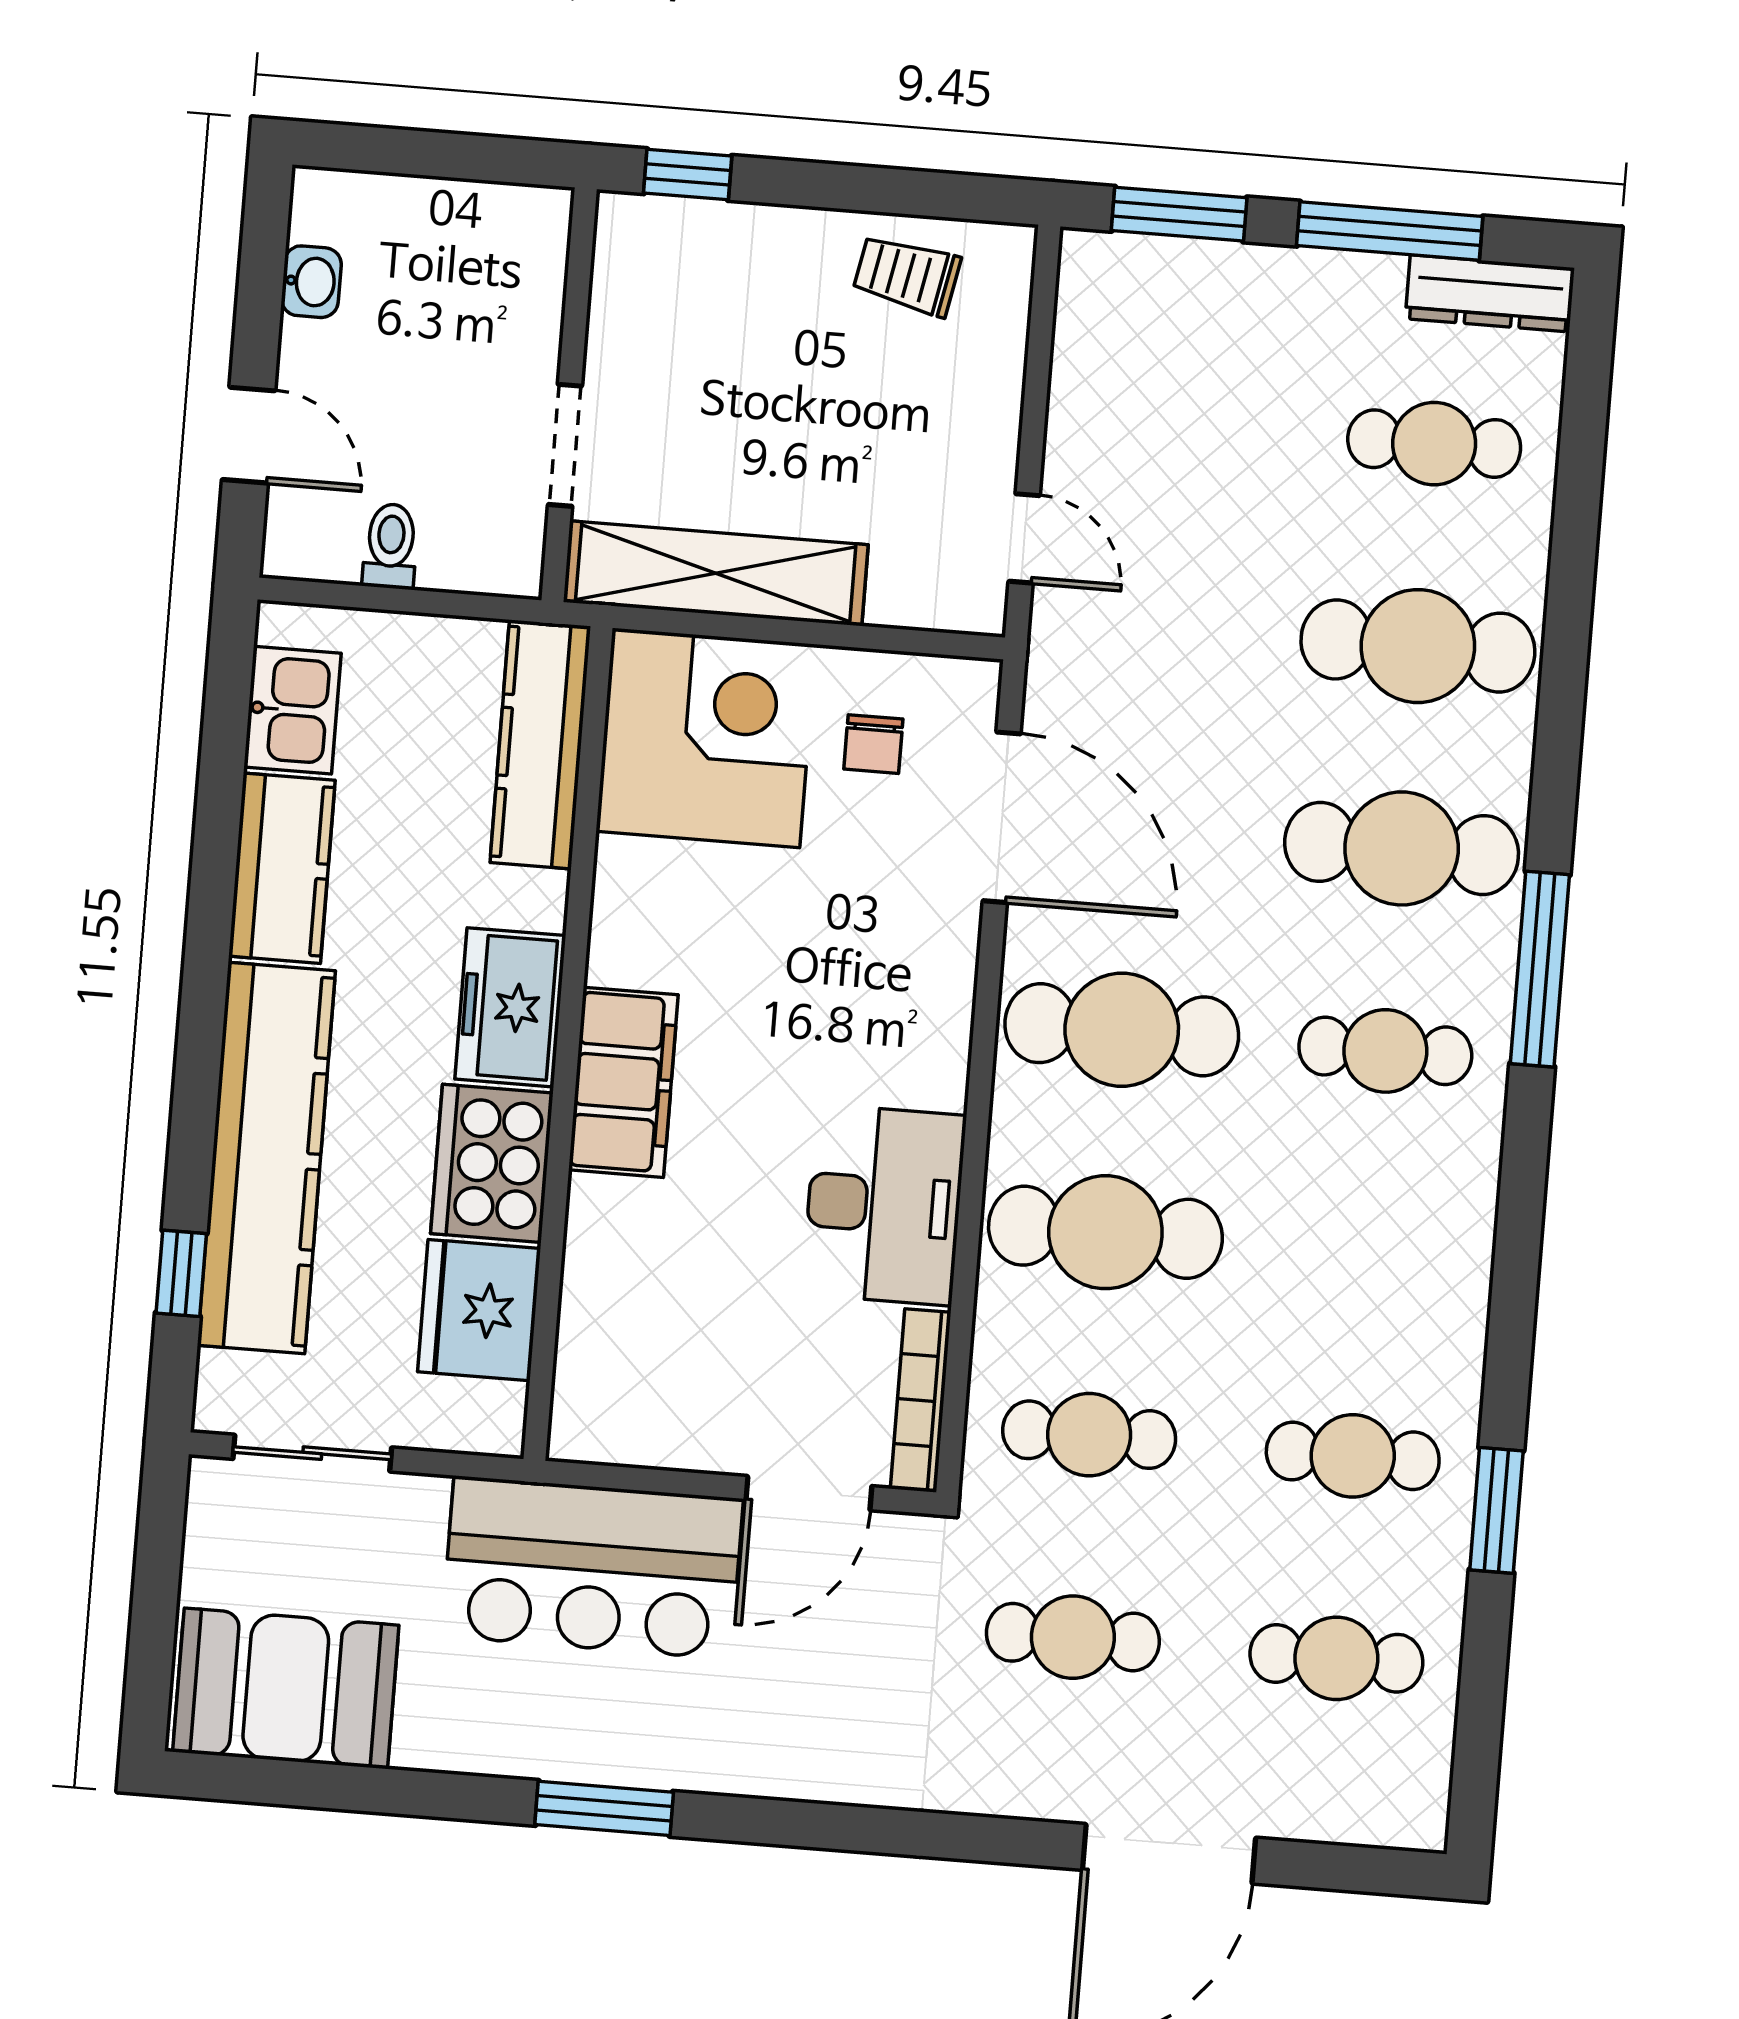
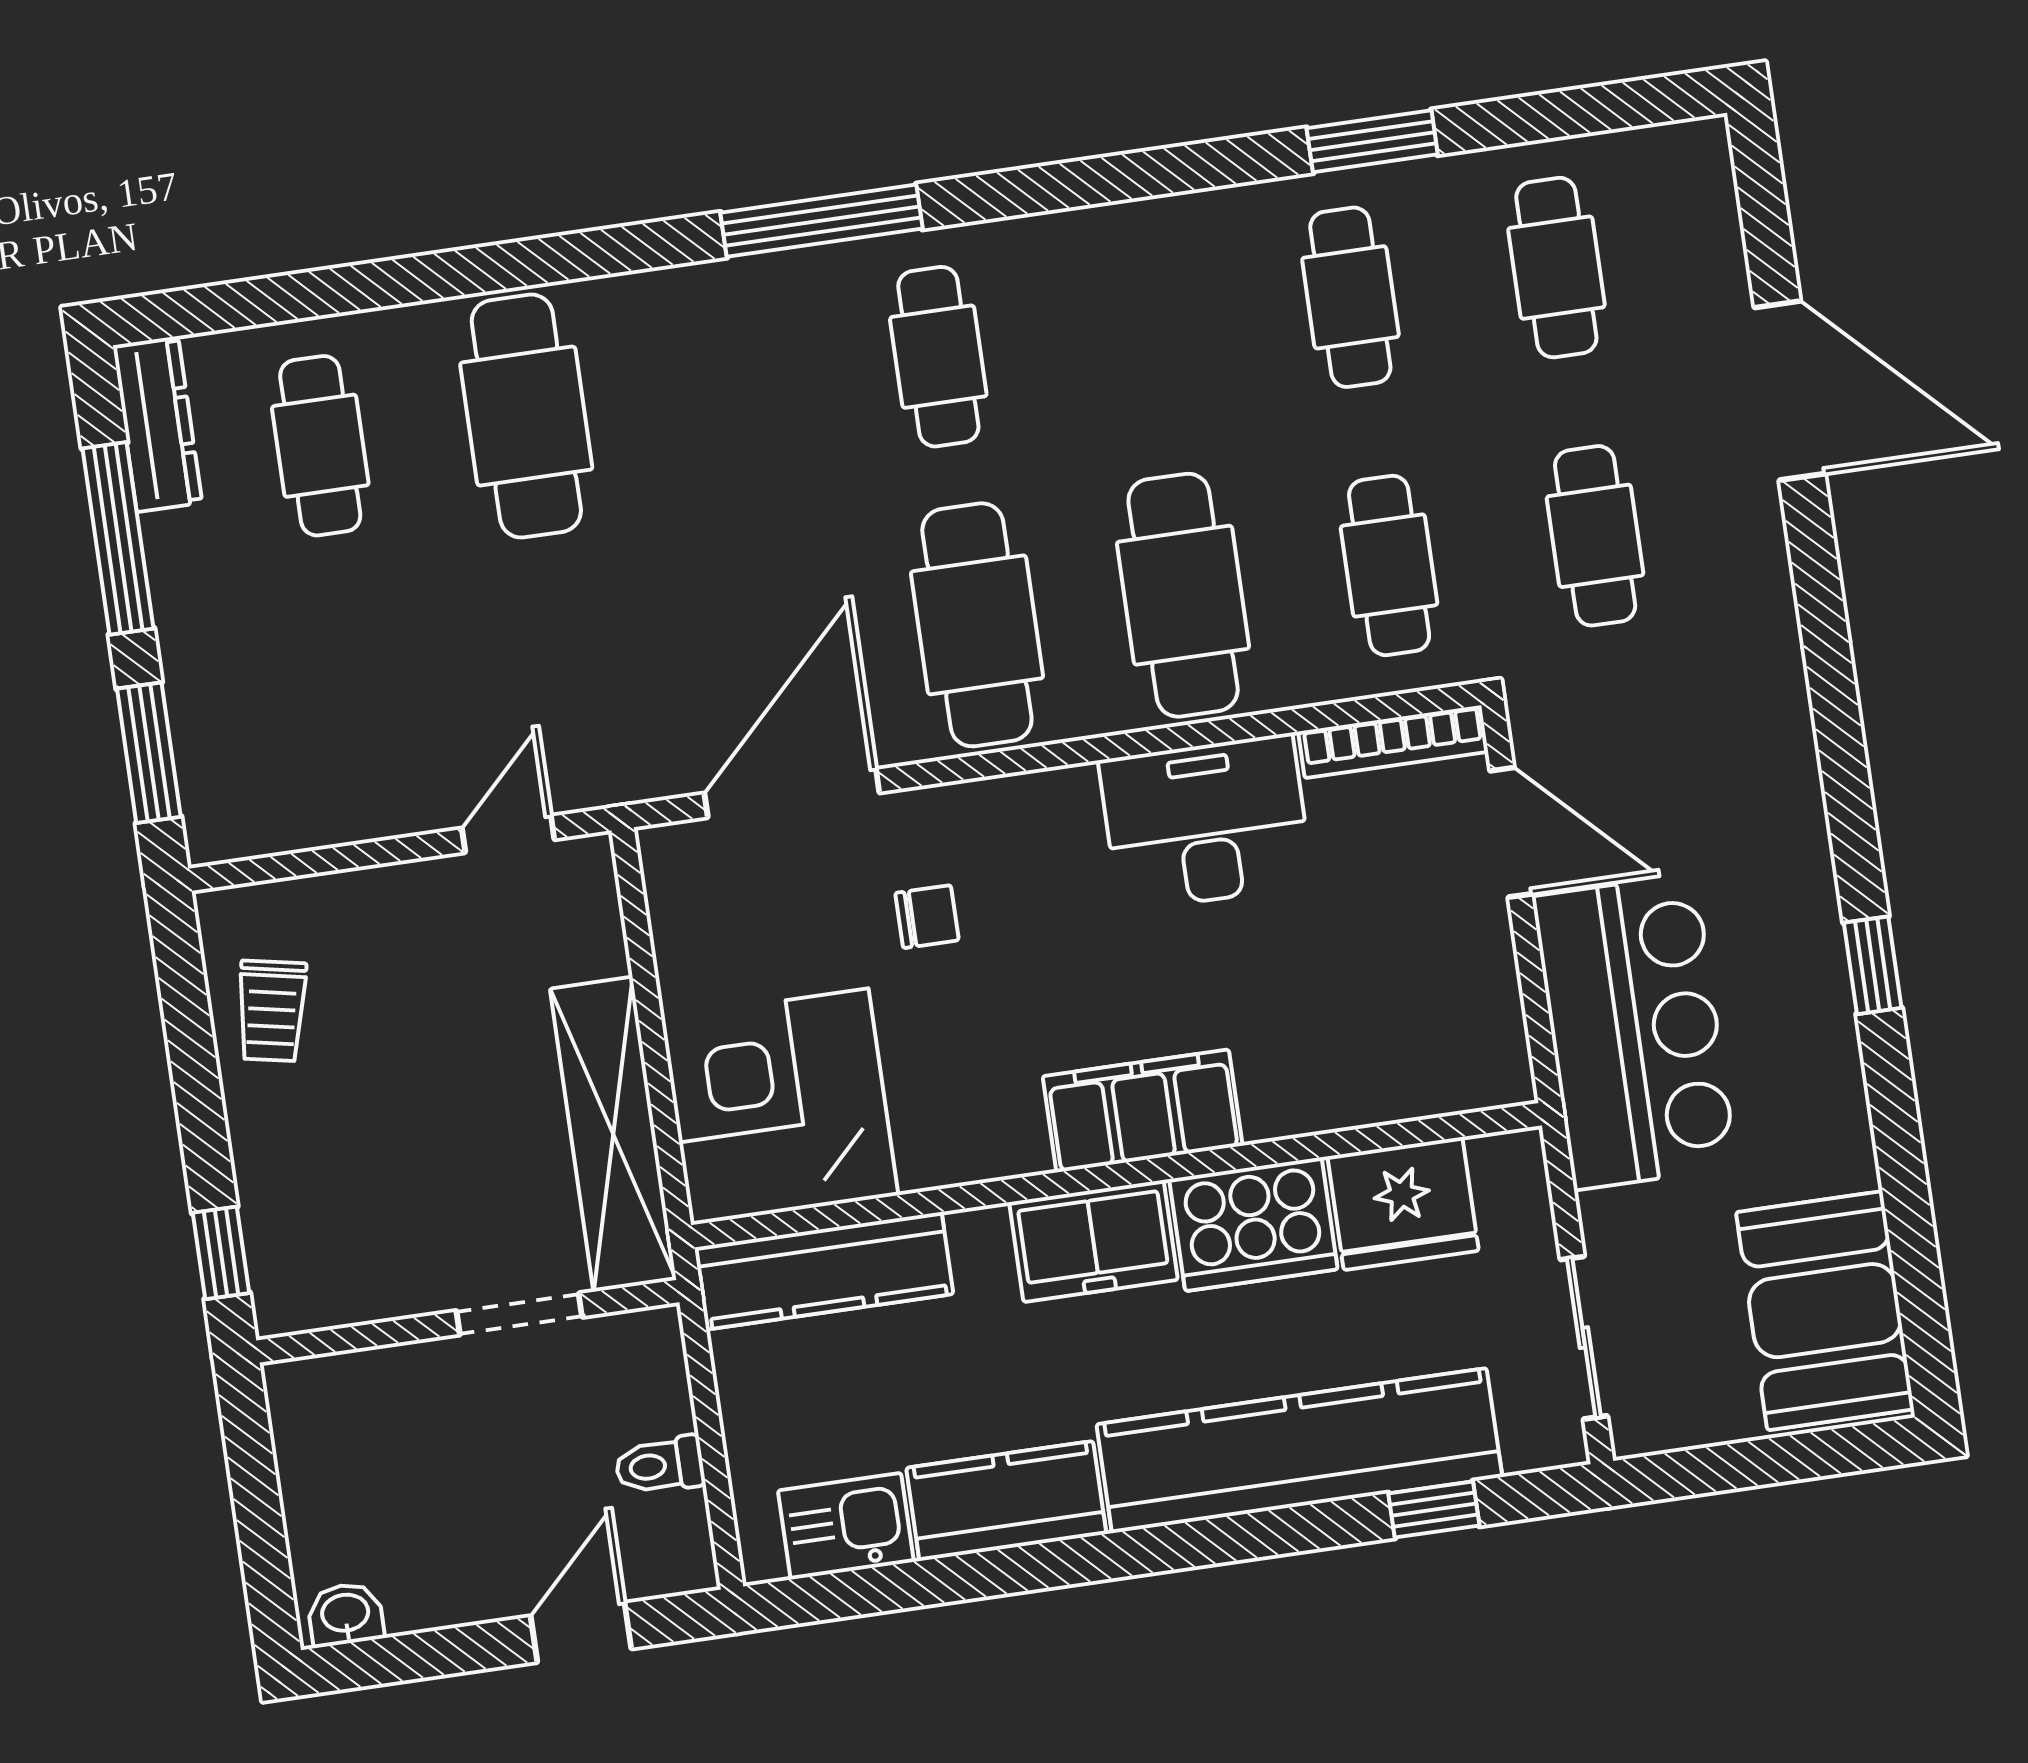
washbasin: (311, 282) -> (345, 1614), moved
chair: (873, 744) -> (927, 917), moved
cafe table: (1402, 848) -> (732, 386), removed
window: (604, 1808) -> (1873, 965), width x0.67

